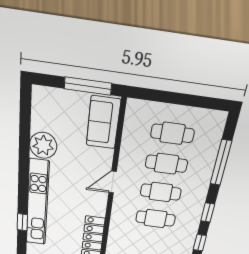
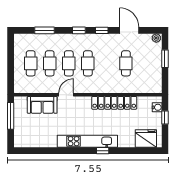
sofa: (103, 123) -> (42, 105), moved
plant: (43, 145) -> (48, 139), removed
window: (221, 163) -> (45, 30), width x0.69
door: (113, 182) -> (66, 95), swing flipped

